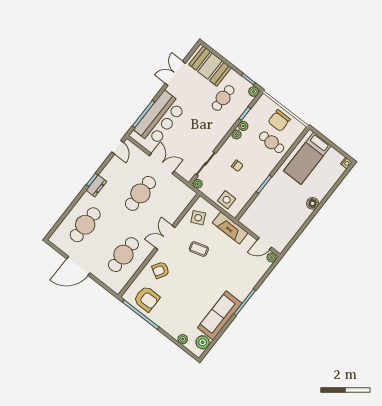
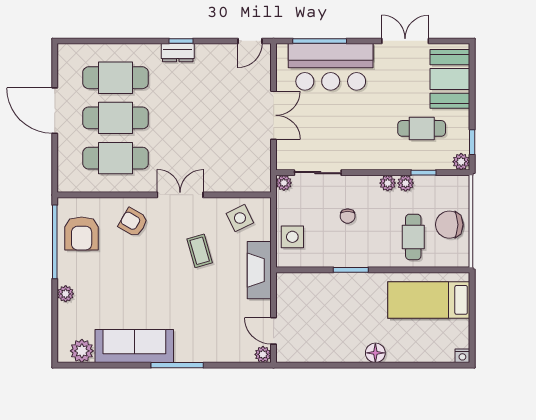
cafe table: (140, 193) -> (116, 118), moved
plant: (183, 339) -> (66, 294), moved

